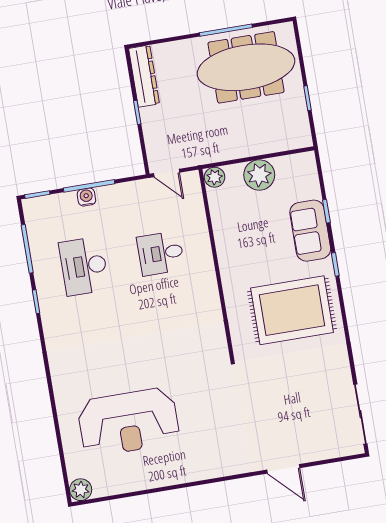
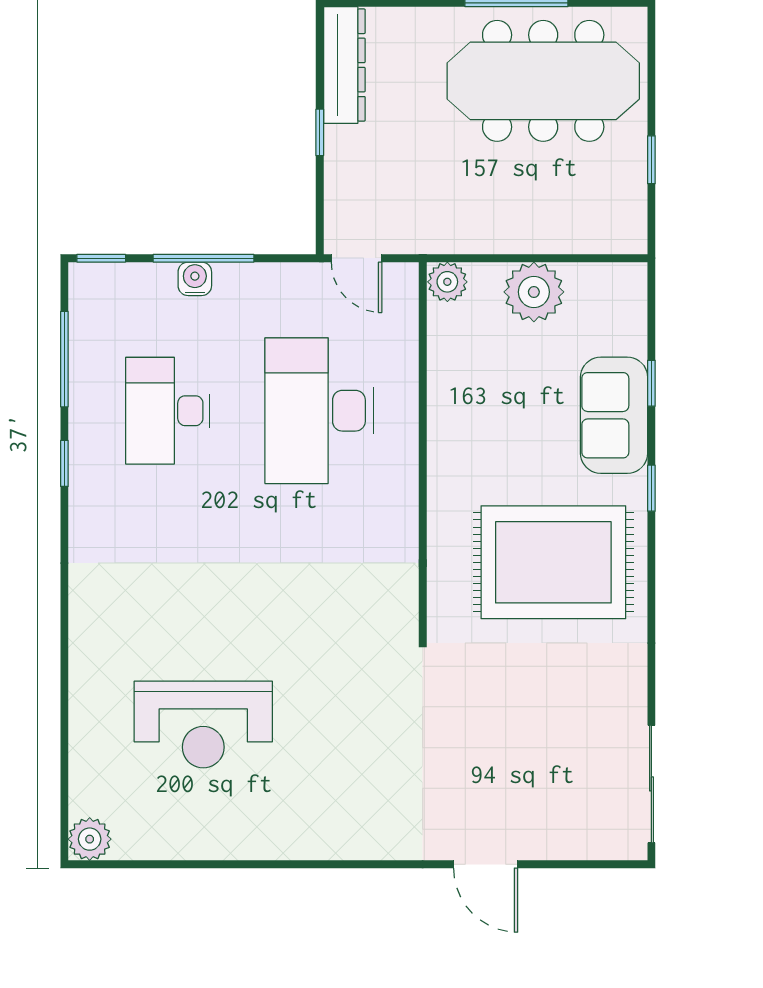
desk: (161, 253) -> (319, 411), width x1.87, depth x1.30
reception desk: (128, 422) -> (203, 725), width x0.74, depth x0.77

